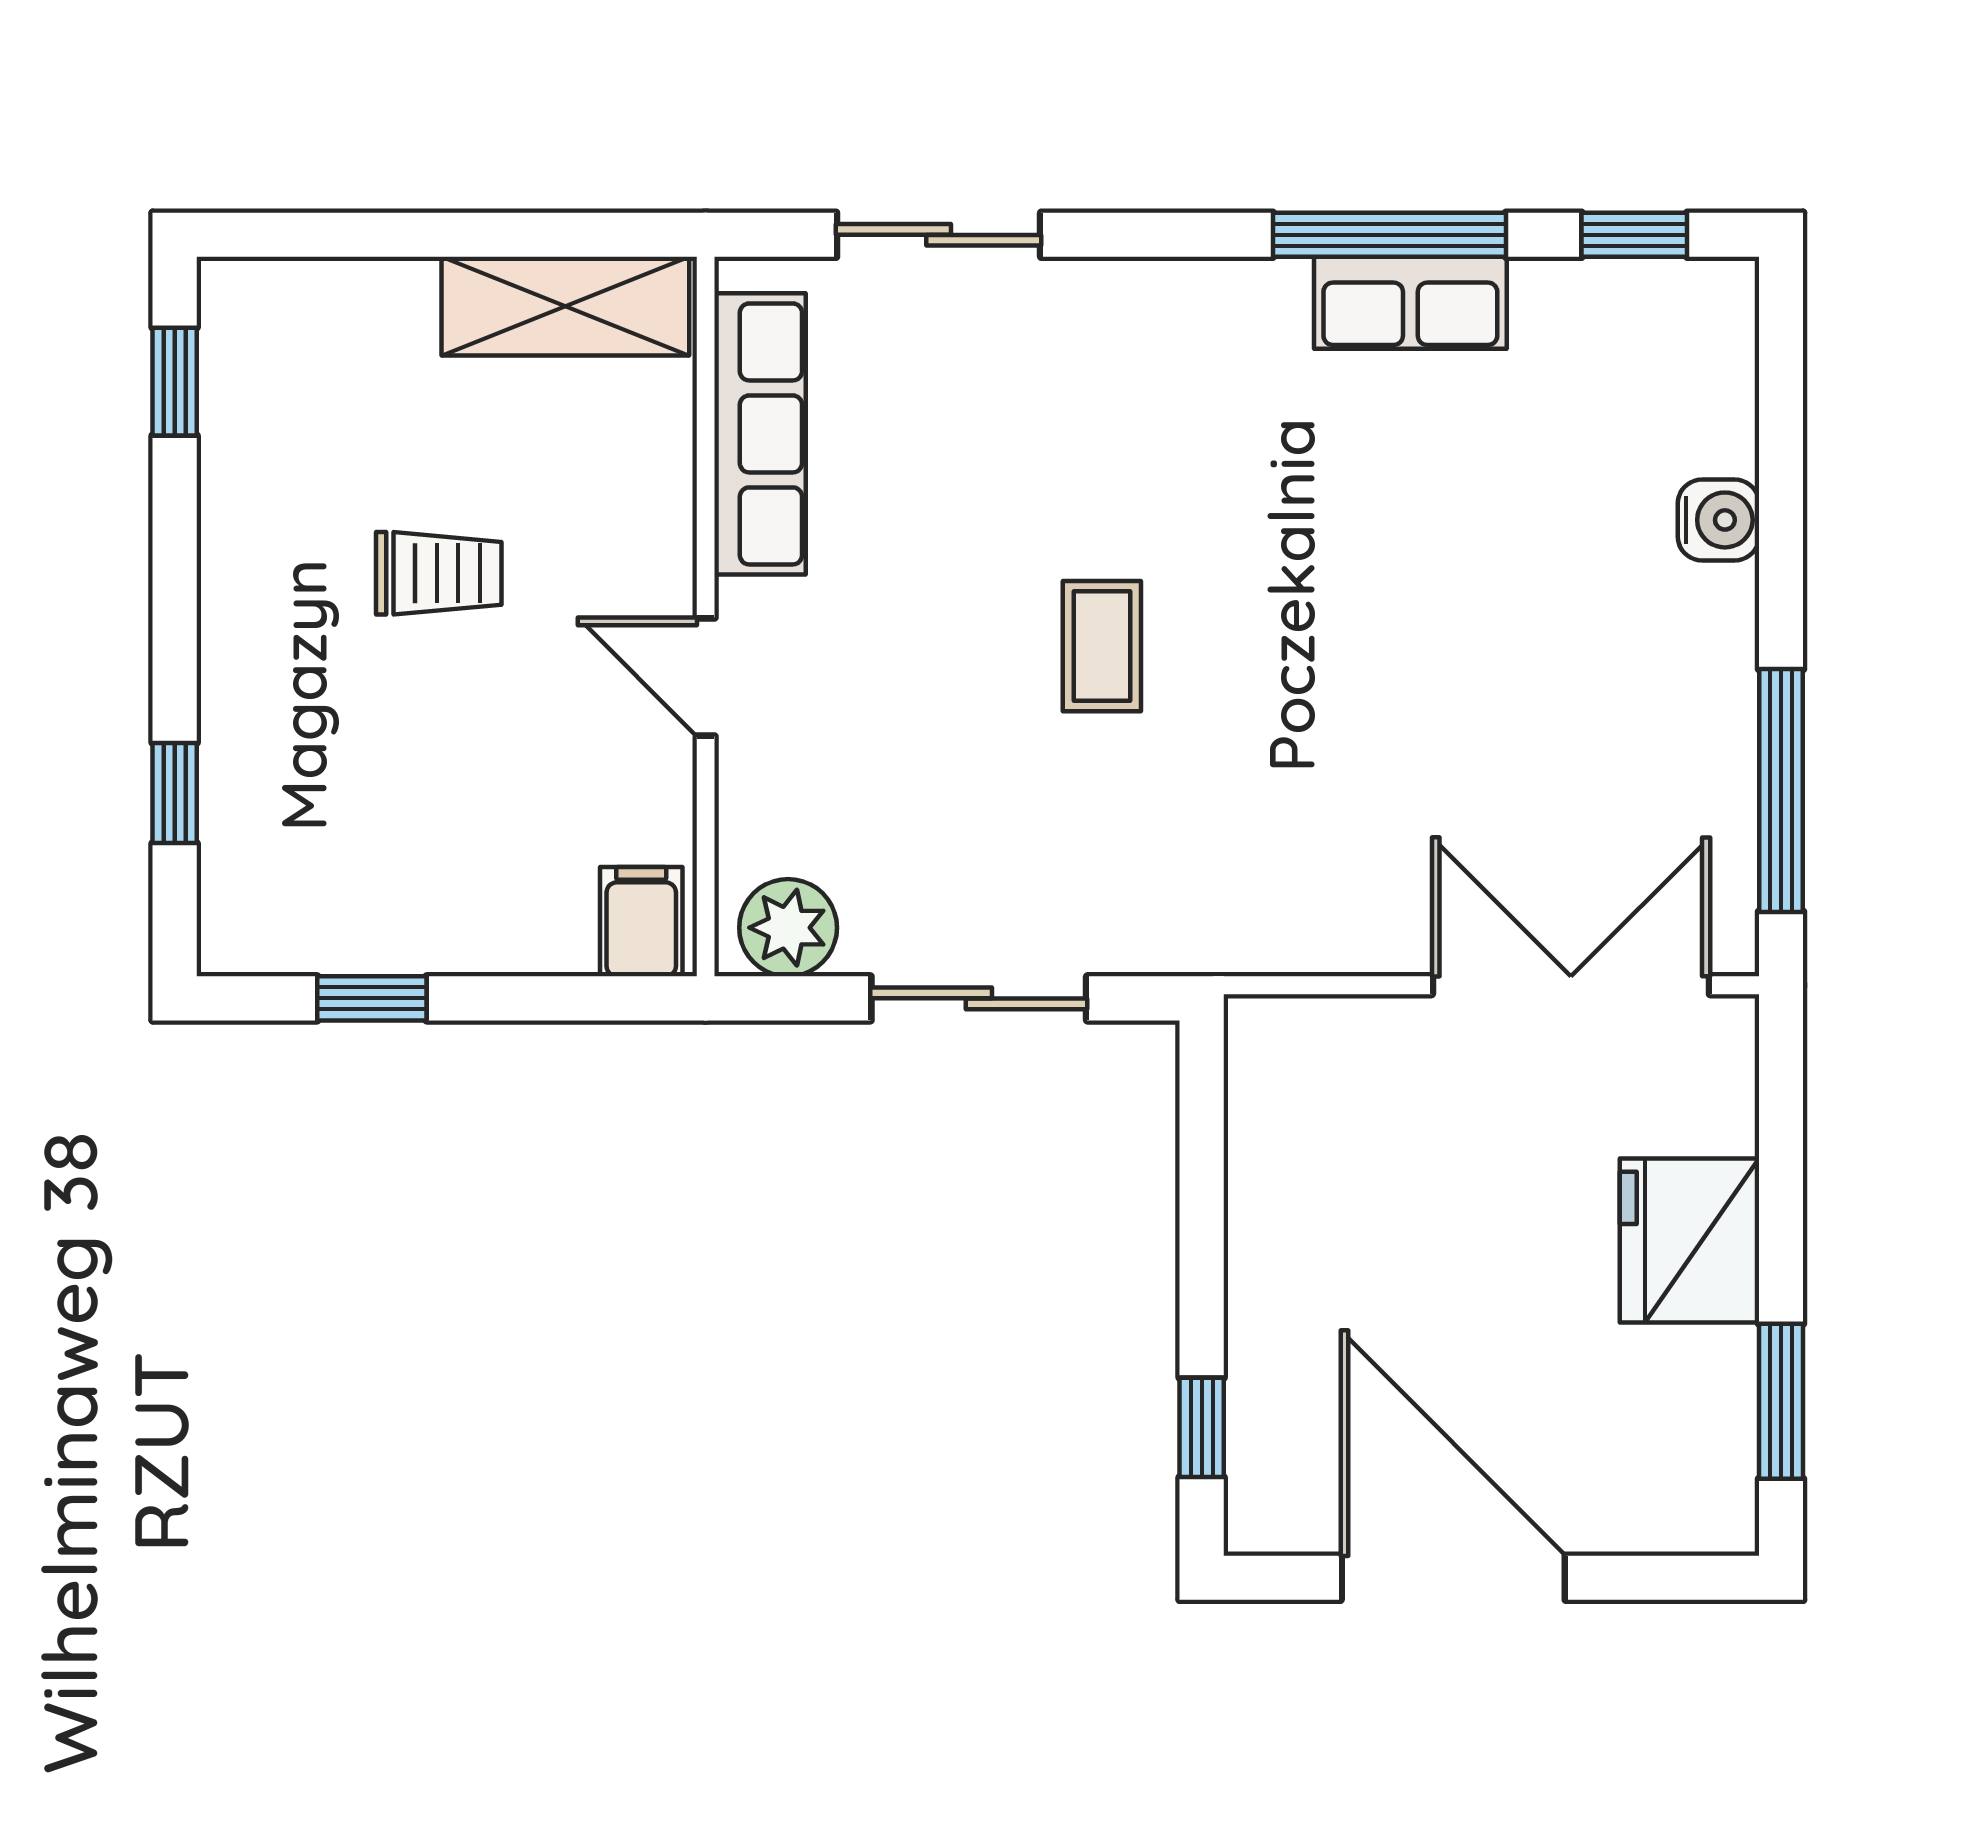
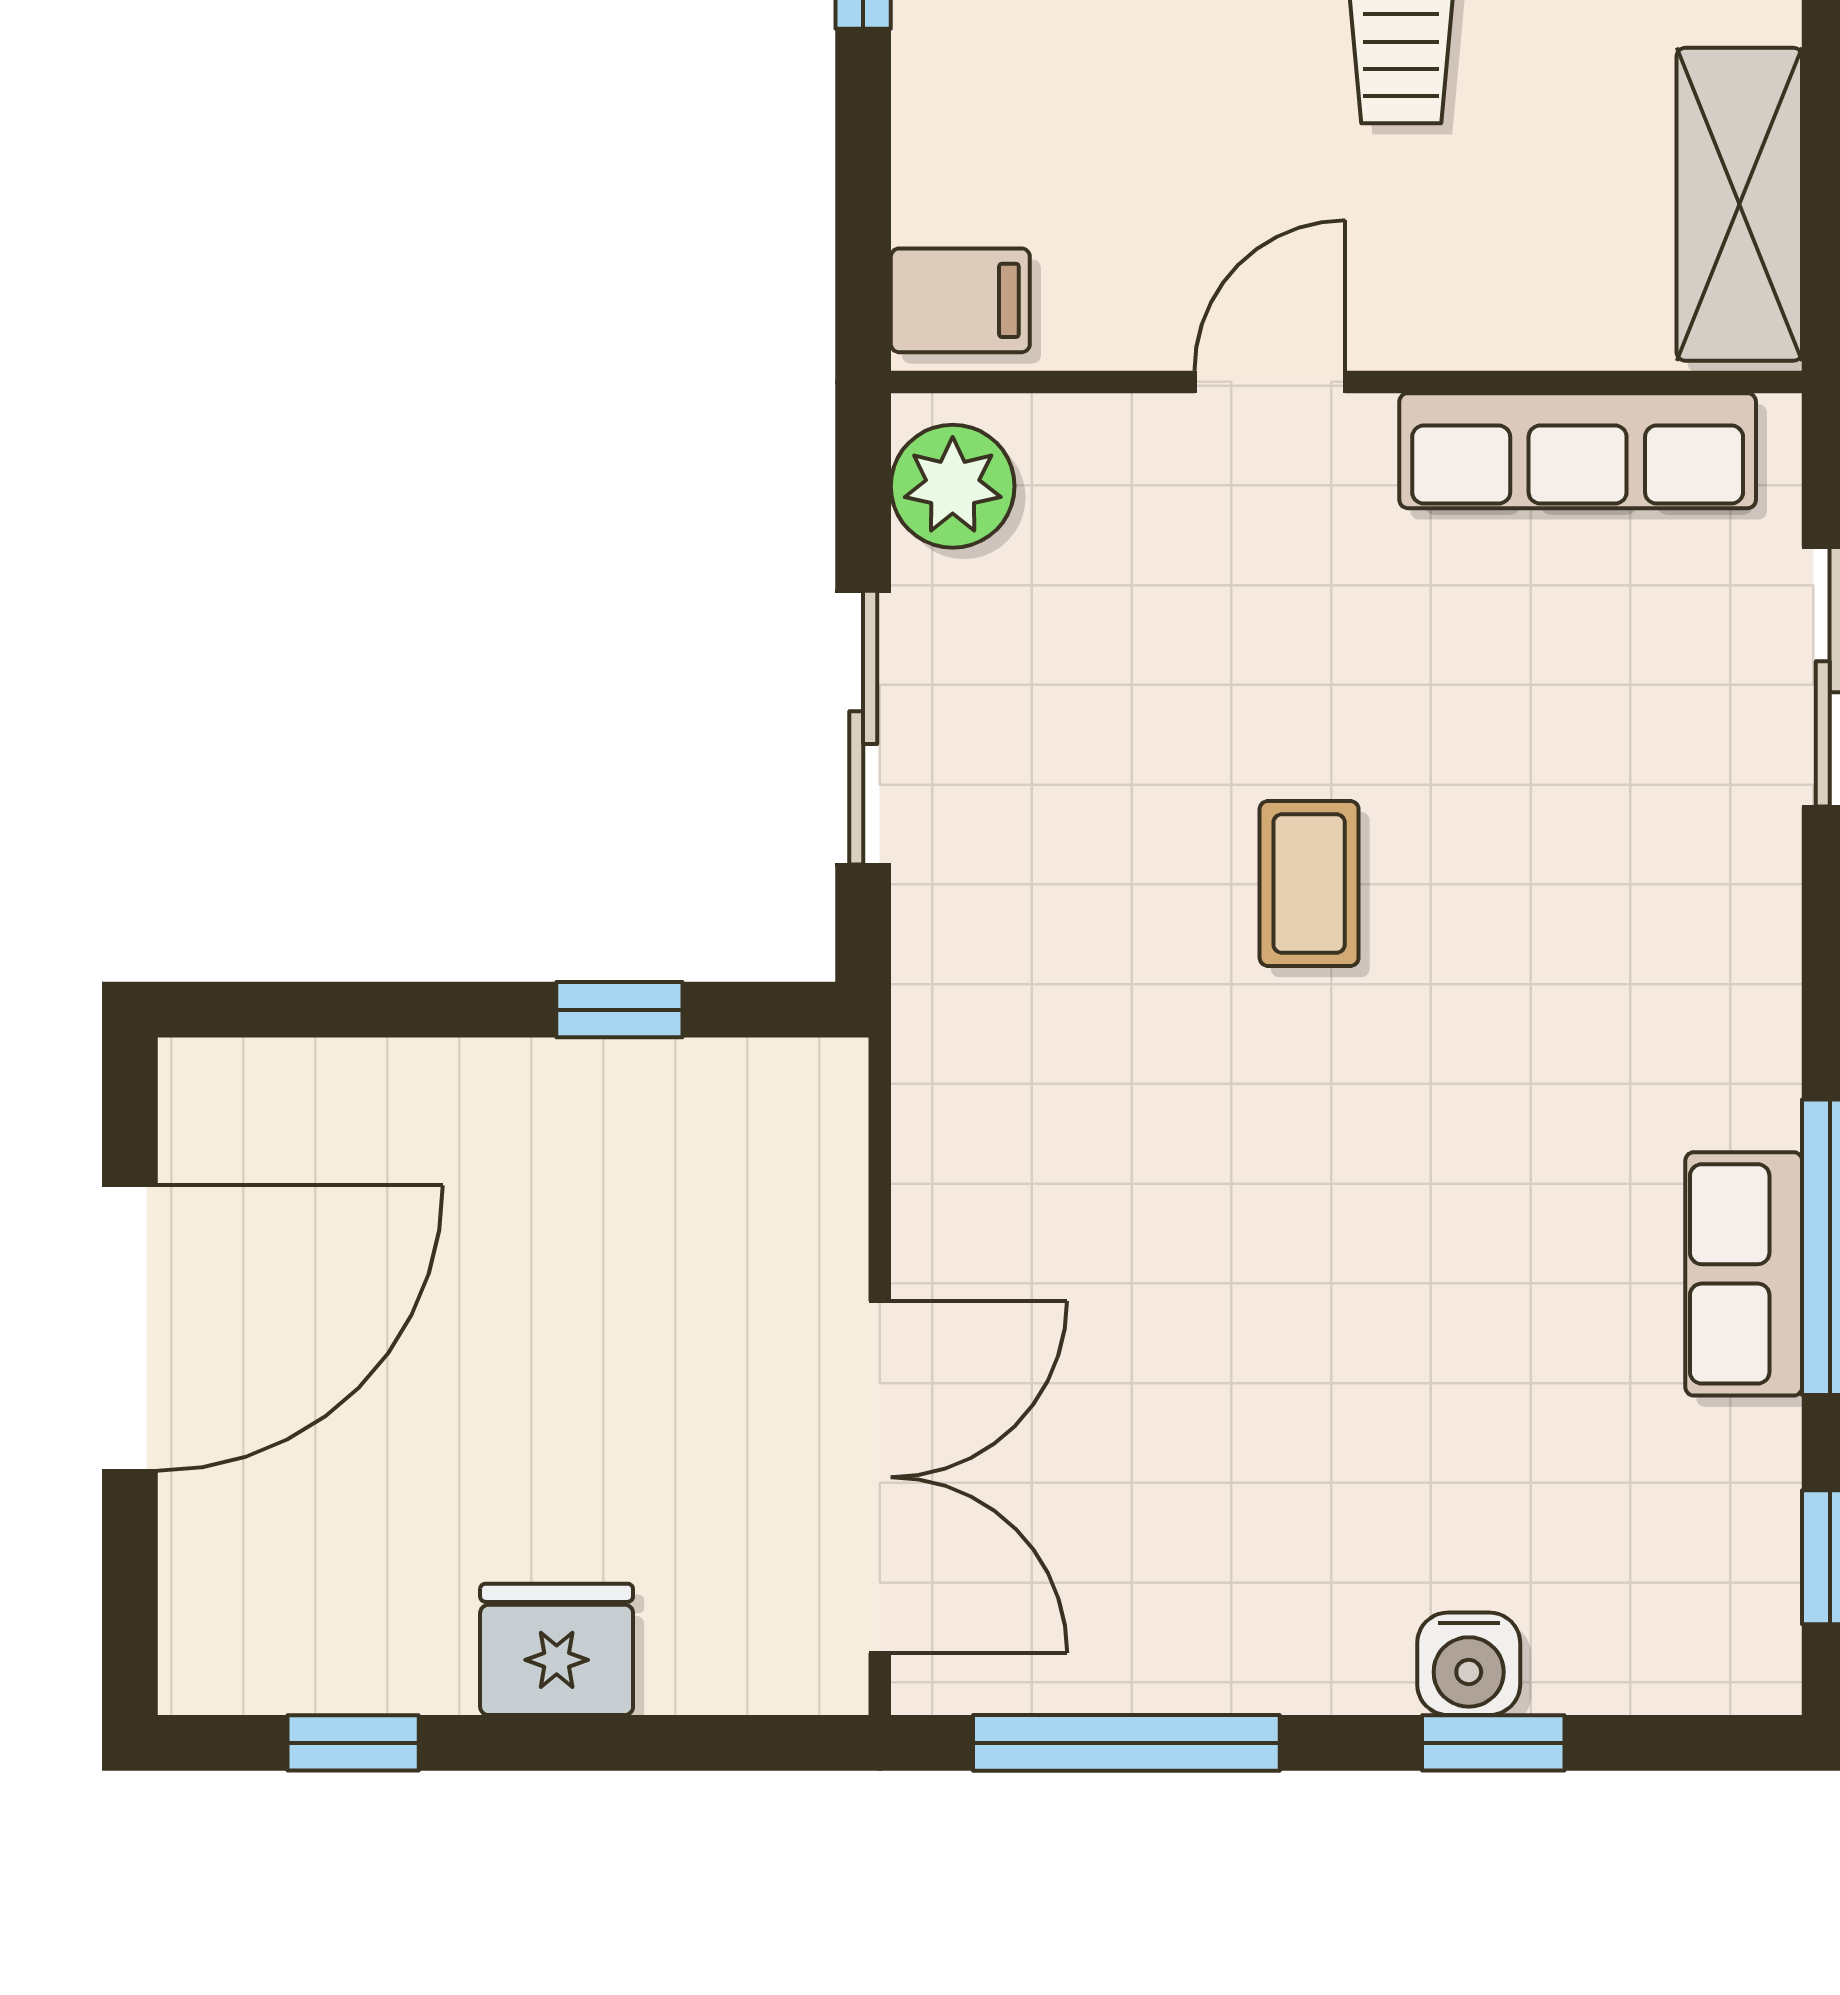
window: (1781, 501) -> (1493, 1743), added
coffee table: (1102, 646) -> (1309, 883), turned 90
fridge: (1689, 1241) -> (557, 1649), width x0.73, depth x0.75
window: (1781, 1401) -> (353, 1743), width x0.67
window: (1202, 1427) -> (619, 1010), moved

